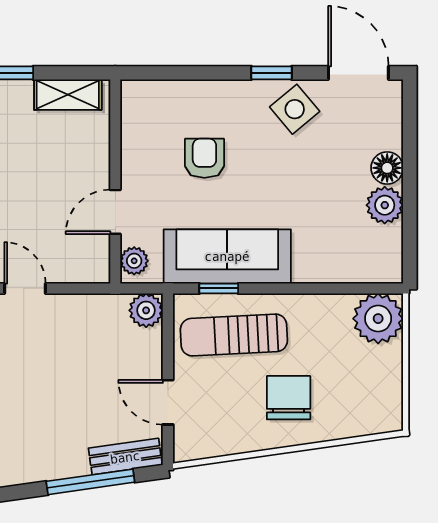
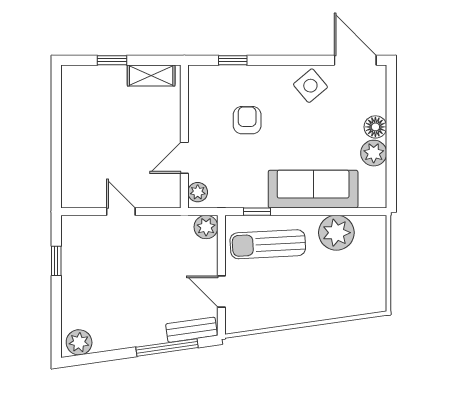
window: (271, 73) -> (233, 60), moved
sofa: (227, 256) -> (313, 189), moved
plant: (378, 319) -> (336, 233), moved
chair: (289, 398) -> (306, 288), removed

